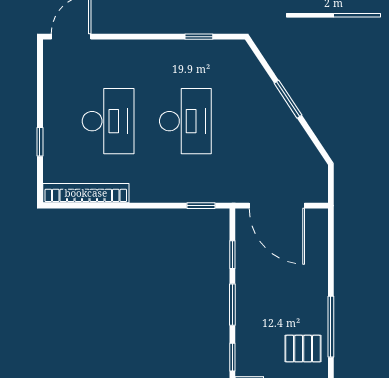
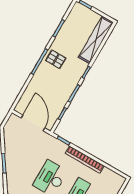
bookcase: (86, 193) -> (85, 160), moved

